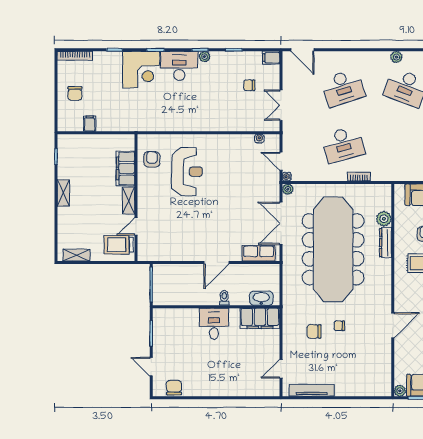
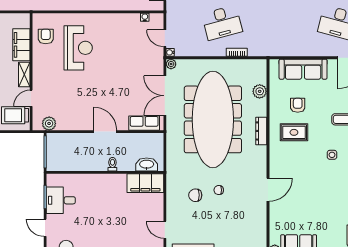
dresser: (386, 243) -> (261, 131), moved
plant: (156, 254) -> (49, 123), added
door: (216, 263) -> (105, 132), swing flipped
desk: (214, 324) -> (61, 200), moved, turned -90
door: (281, 369) -> (165, 230), hinge flipped

